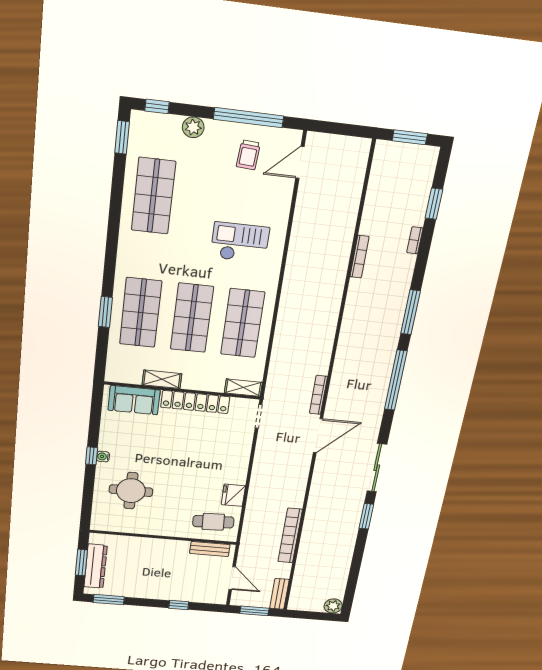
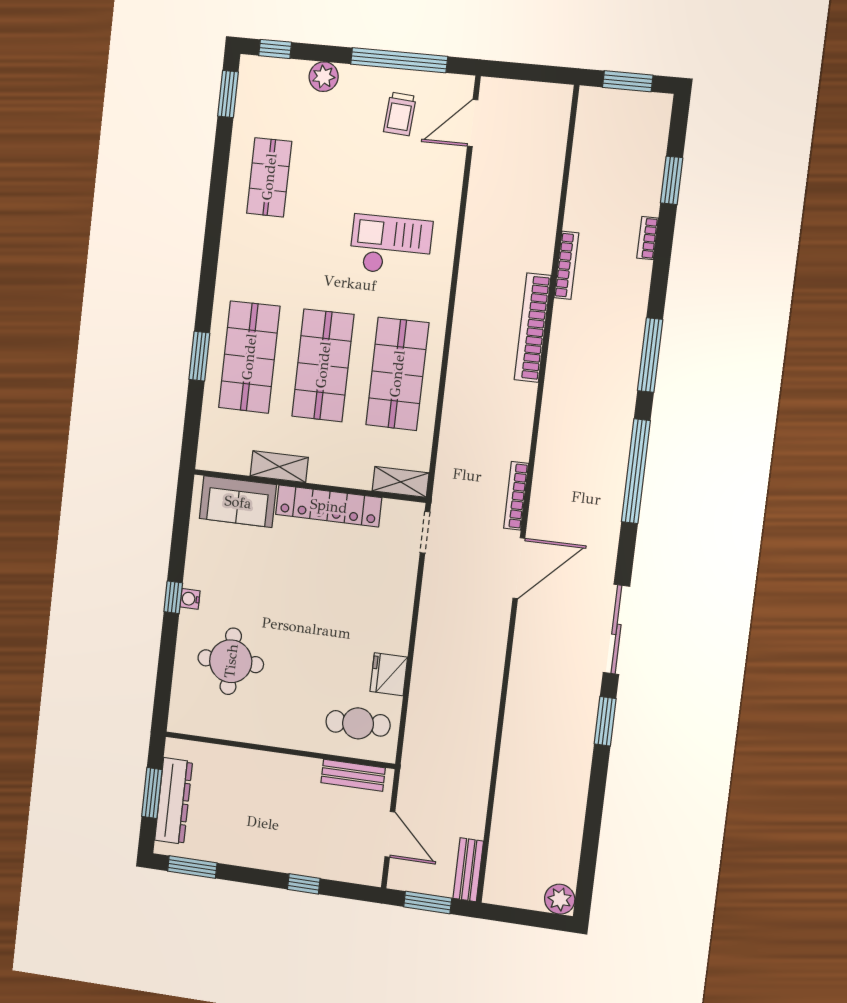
shop shelf: (153, 196) -> (269, 177), width x0.70, depth x0.74
bookcase: (290, 536) -> (533, 328), moved

